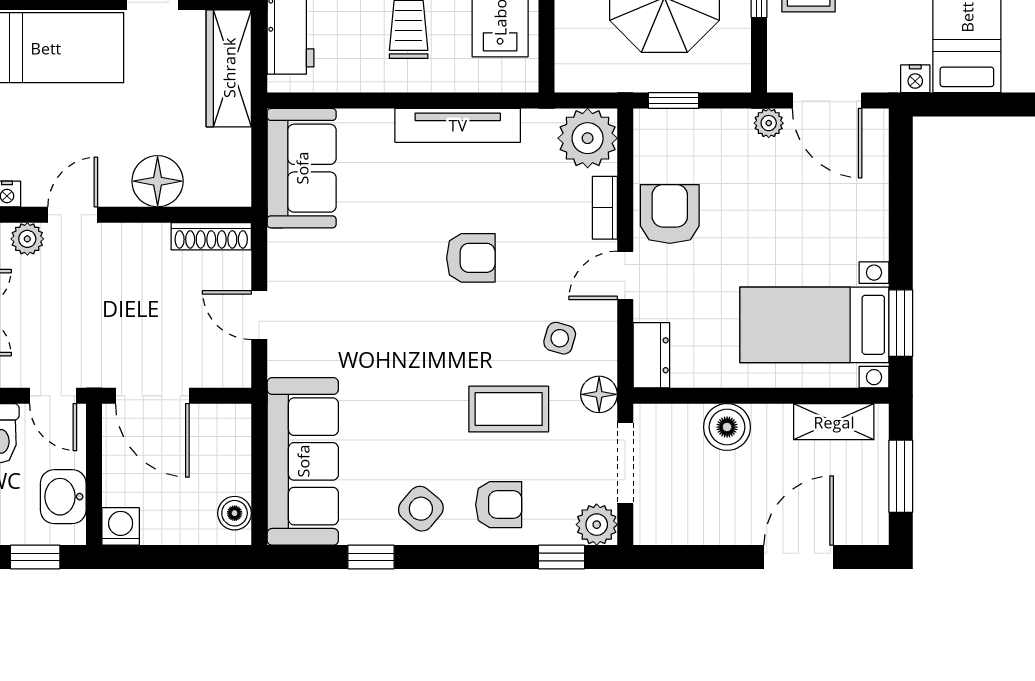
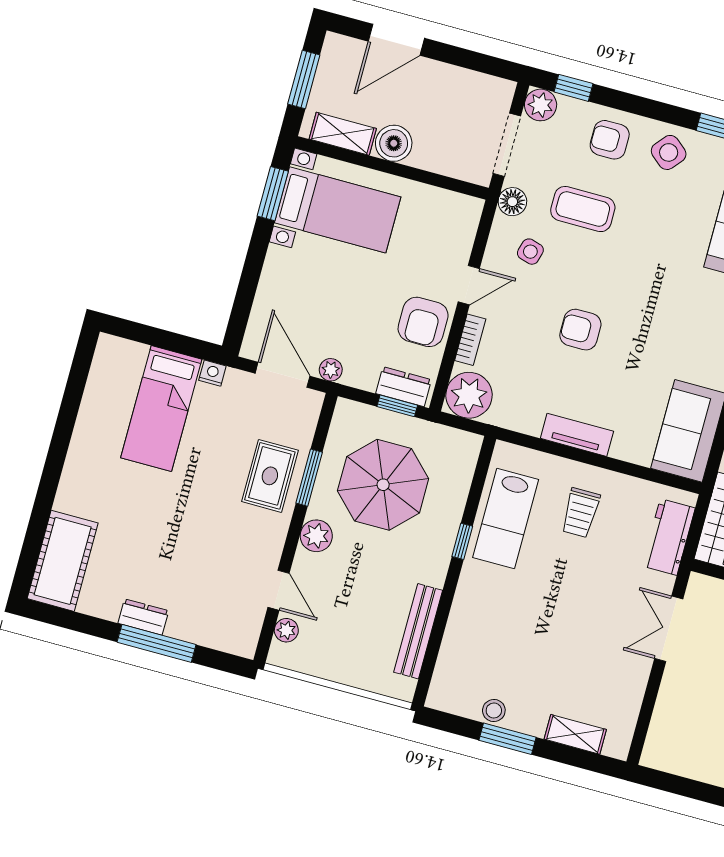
tv unit: (458, 125) -> (577, 435), width x0.71
dresser: (651, 355) -> (404, 387), moved, turned 90
boiler: (727, 427) -> (394, 143), moved

